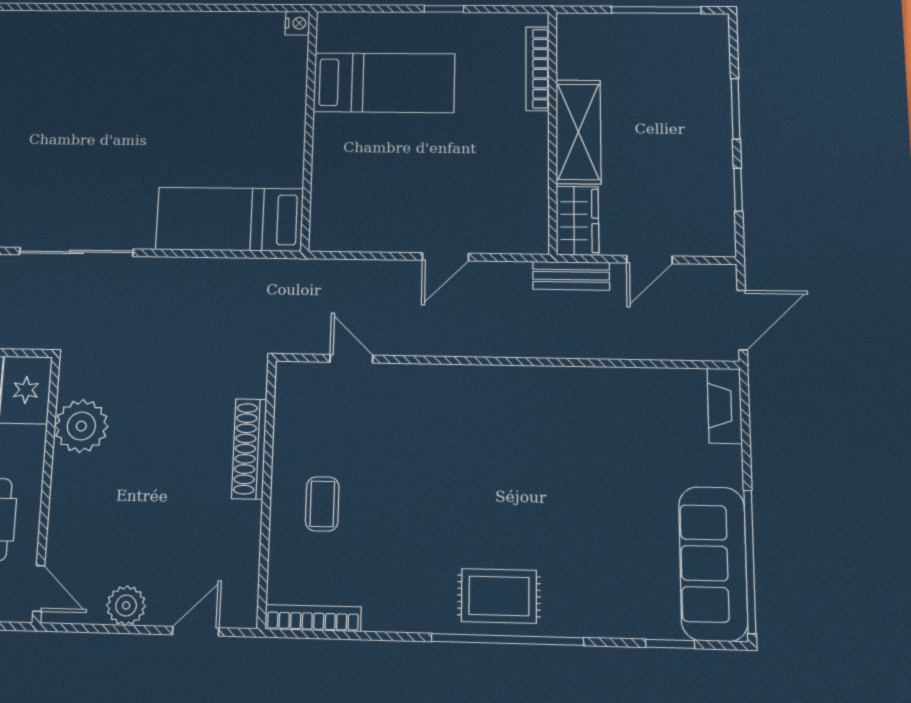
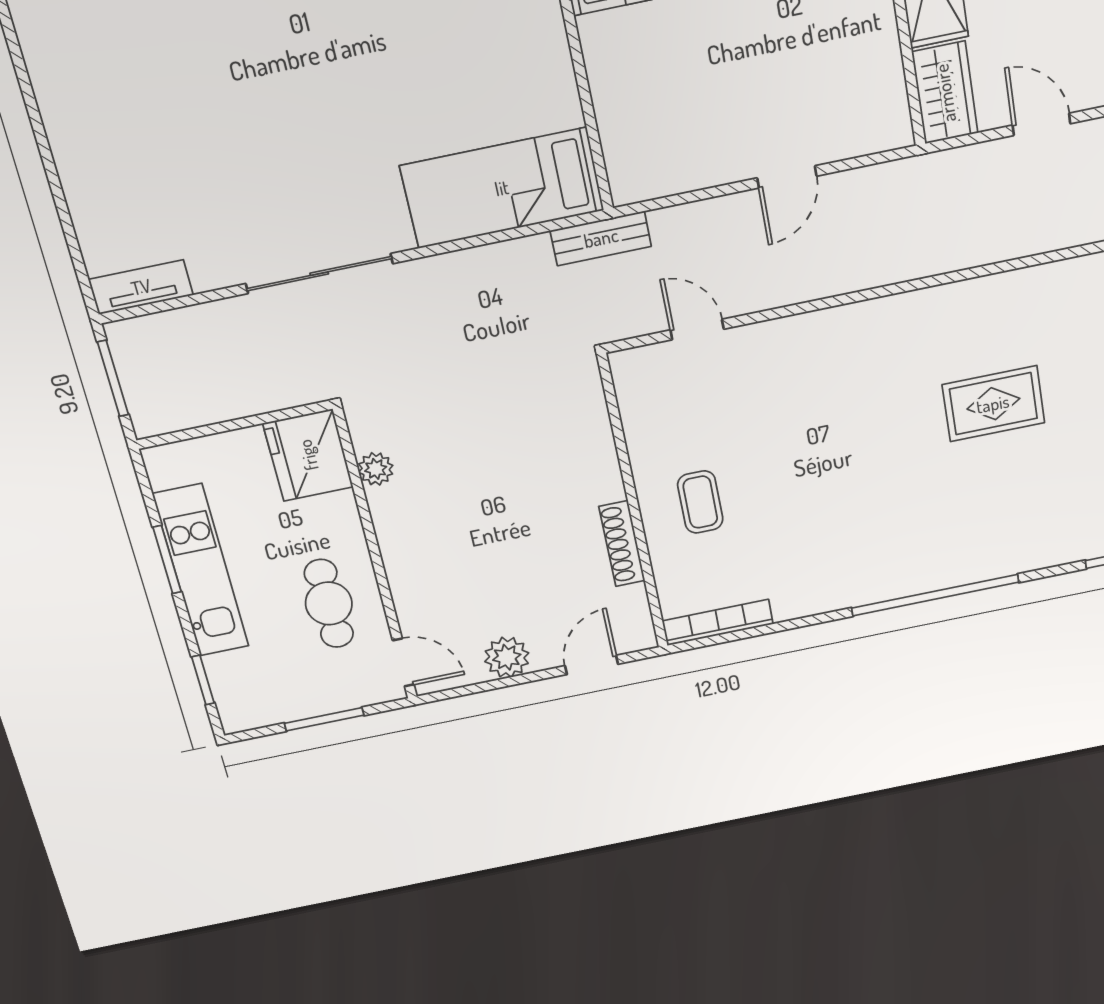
door: (649, 260) -> (1041, 124), swing flipped
bench: (571, 276) -> (601, 238), moved
plant: (81, 426) -> (376, 469), width x0.53, depth x0.53
shoe rack: (249, 449) -> (622, 544), moved, width x0.74, depth x0.81
rug: (499, 596) -> (993, 404), moved

